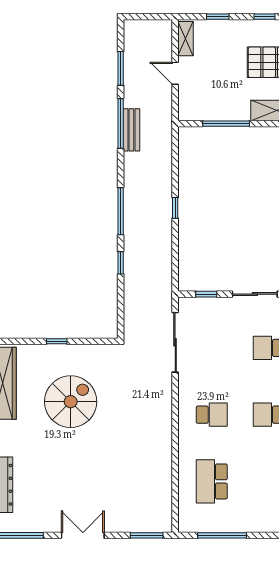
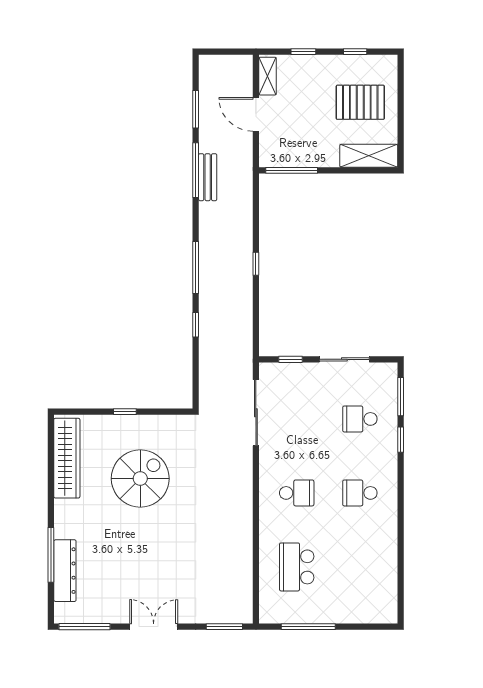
door: (175, 73) -> (256, 114), width x1.38
window: (226, 124) -> (292, 170), moved

